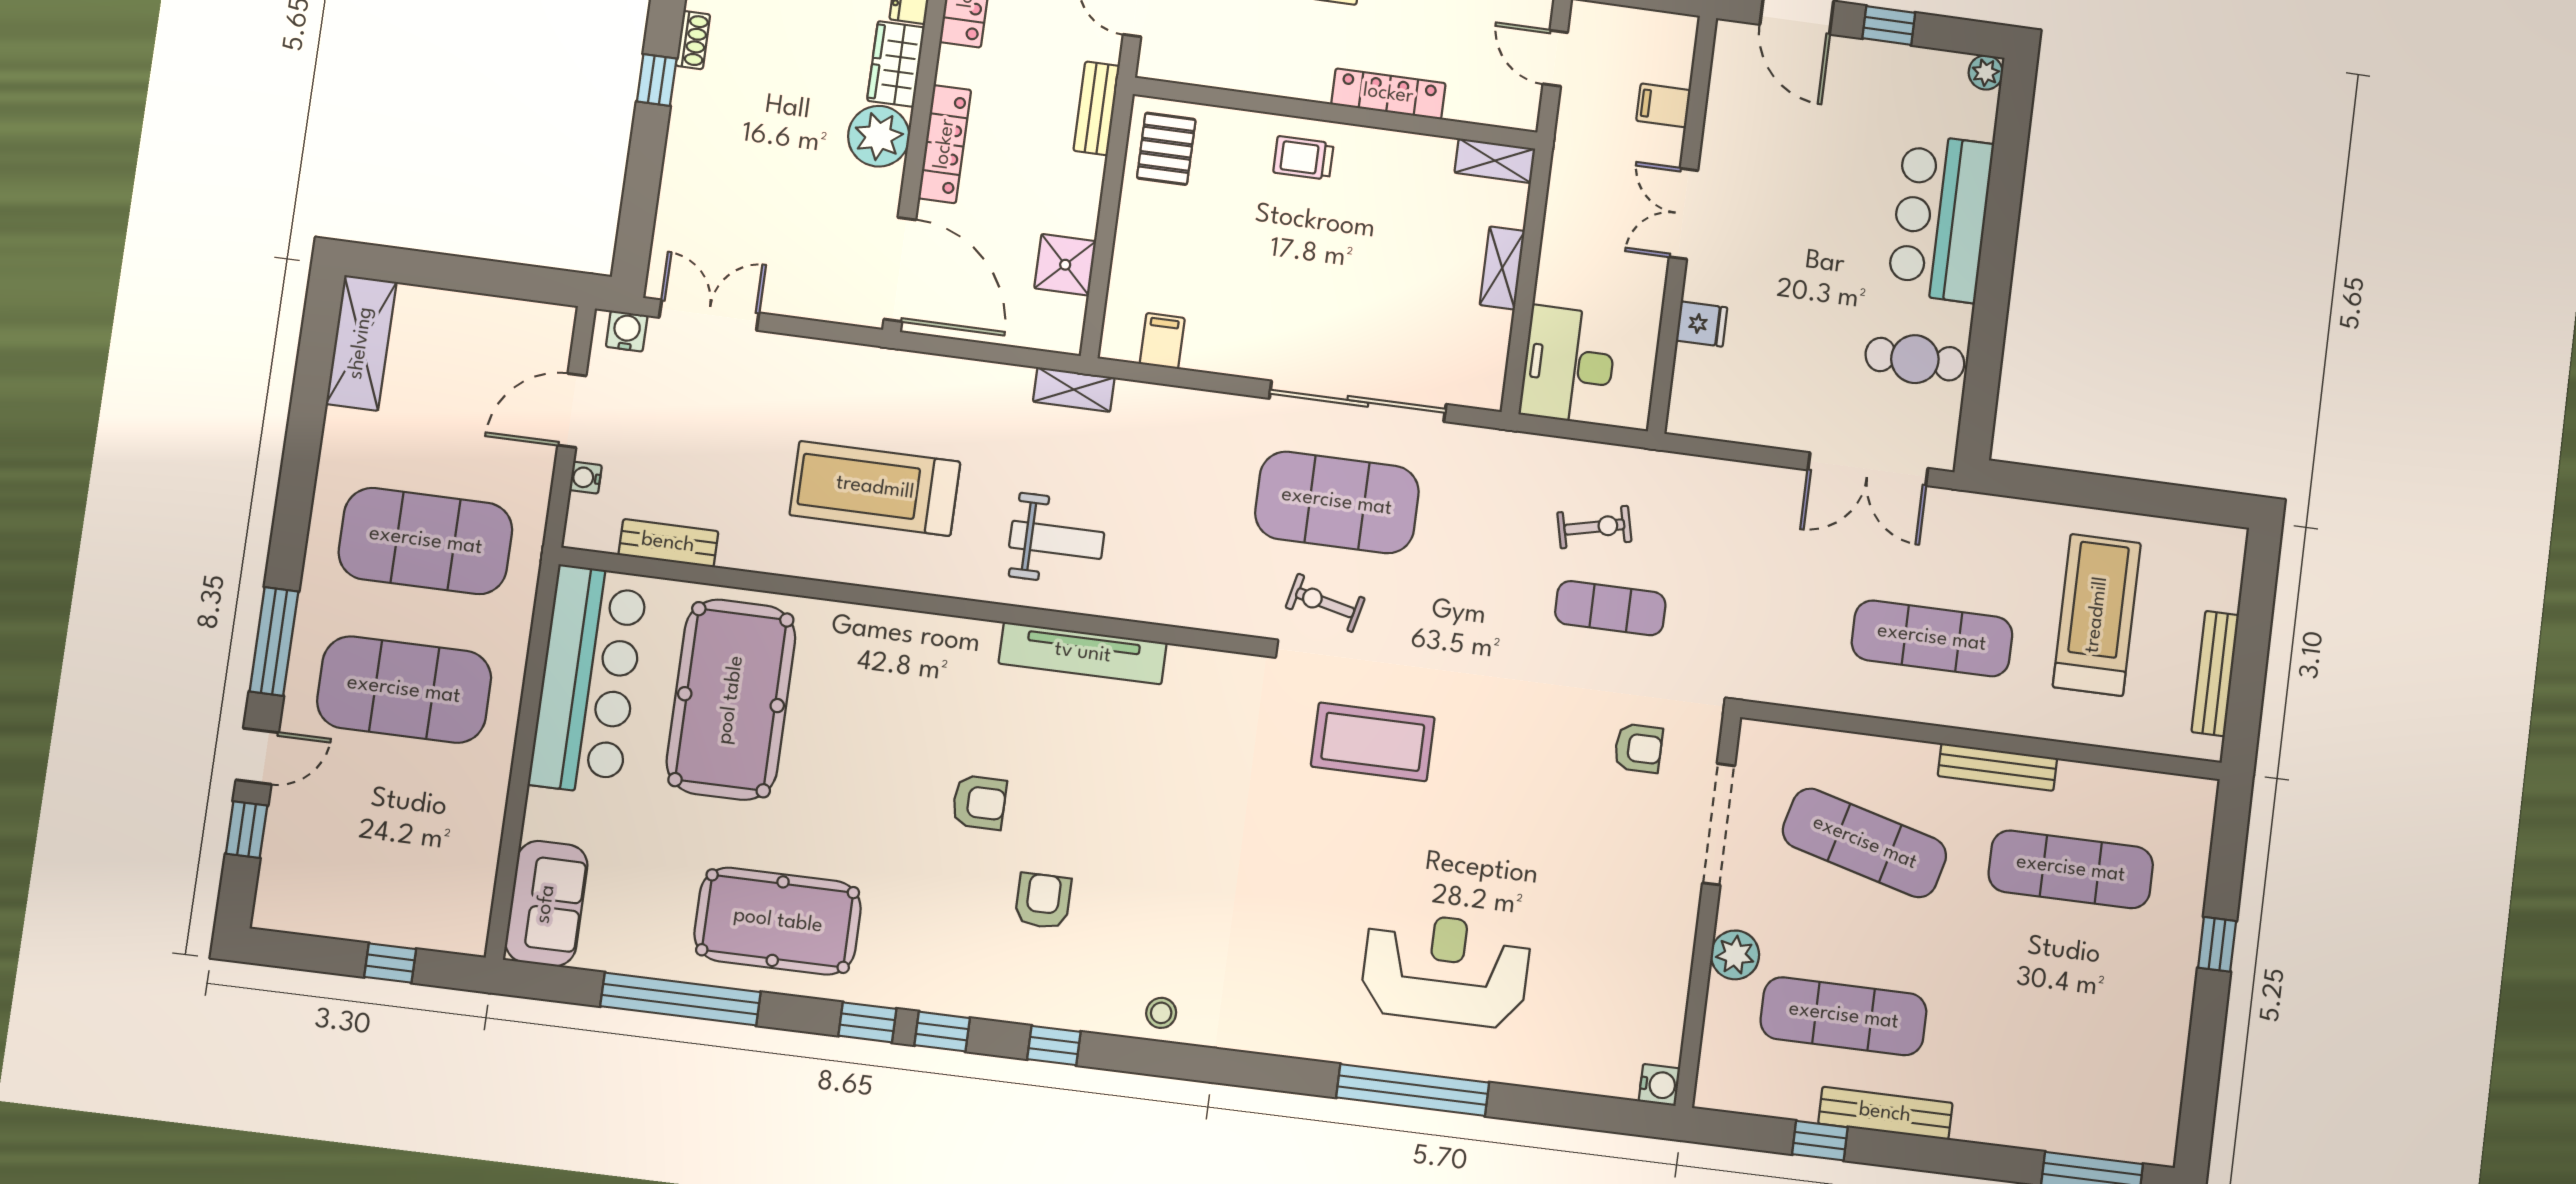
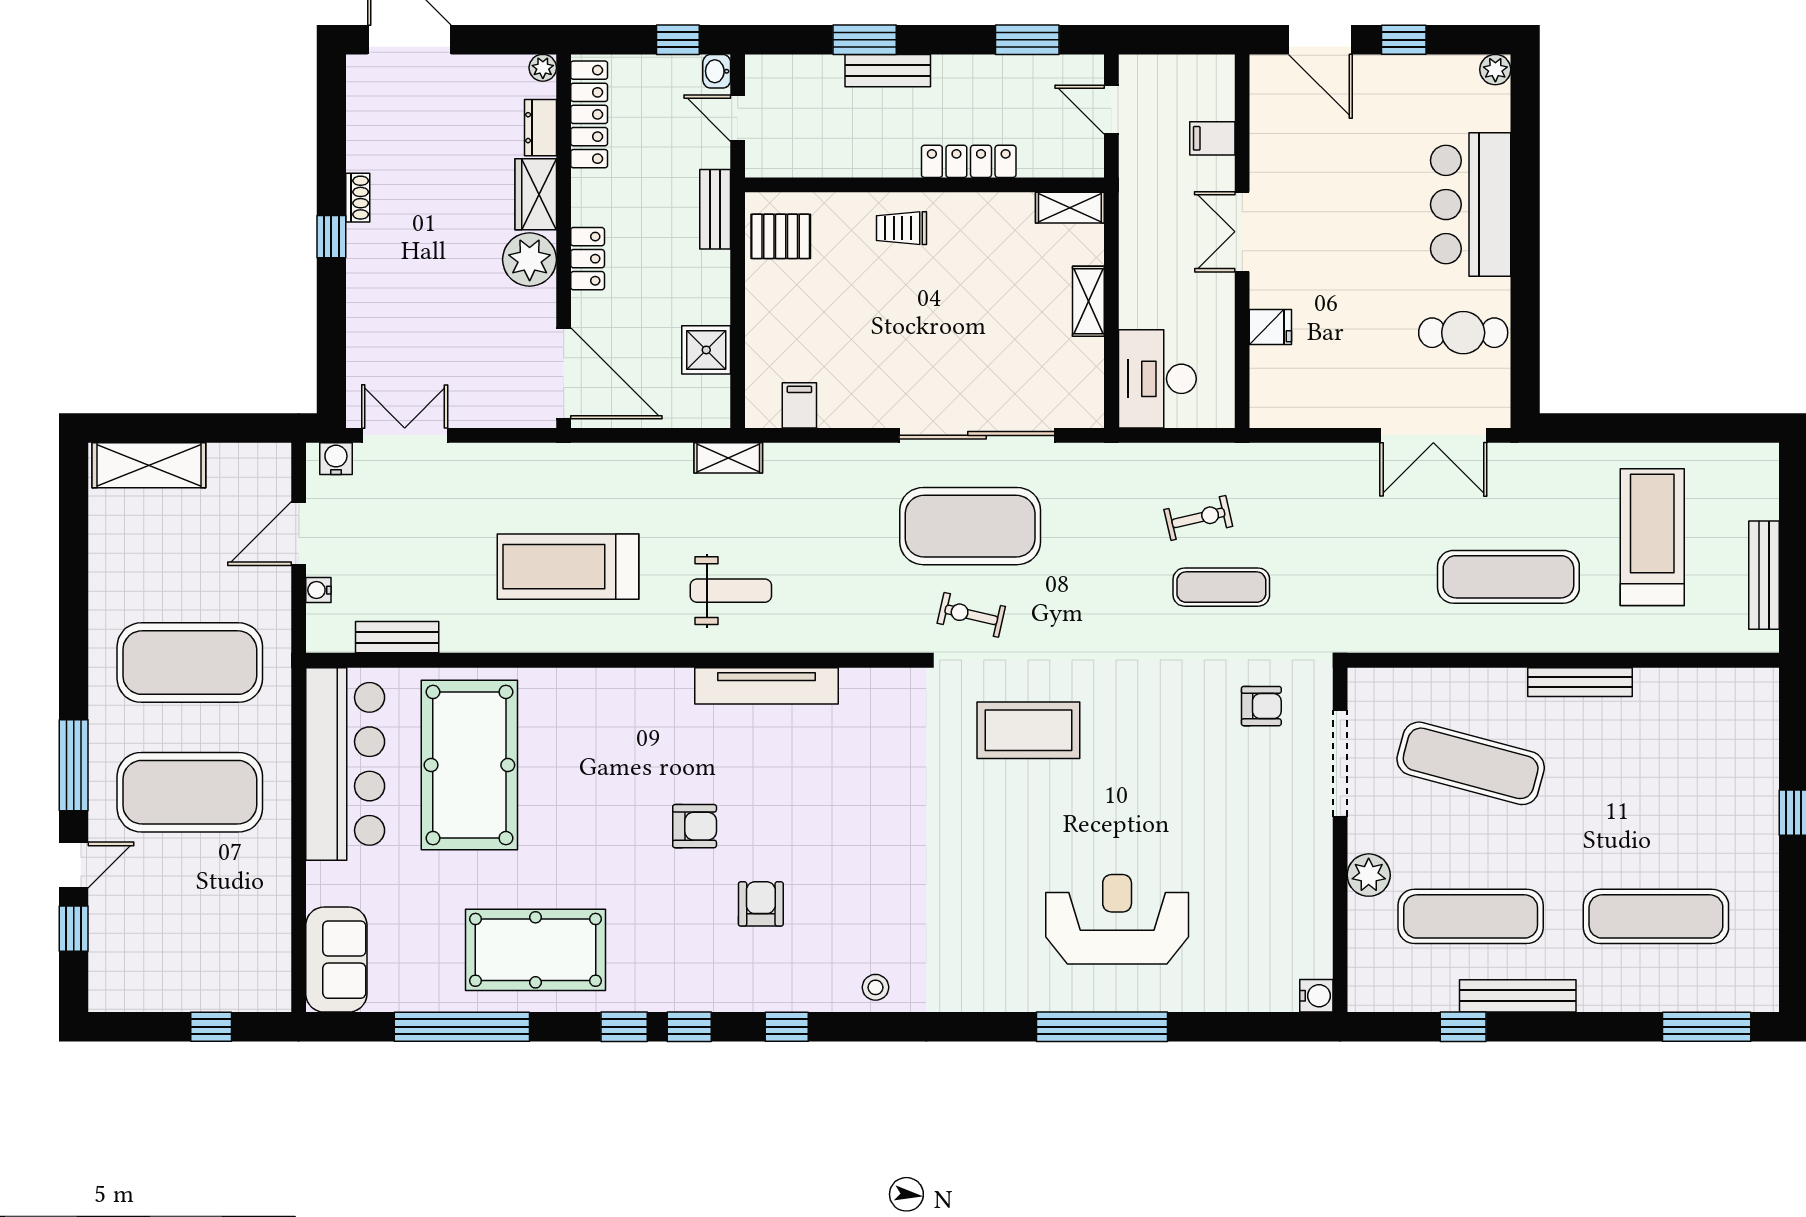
locker: (945, 144) -> (588, 259), width x0.66
pallet: (1166, 149) -> (781, 236), turned 90
shelving: (361, 343) -> (149, 465), moved, turned 90
exercise mat: (2071, 869) -> (1656, 916), moved

